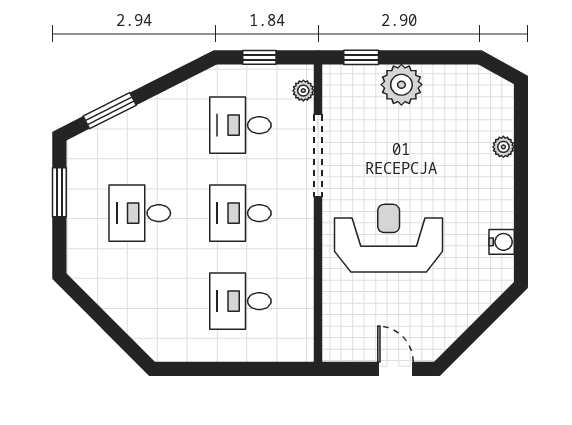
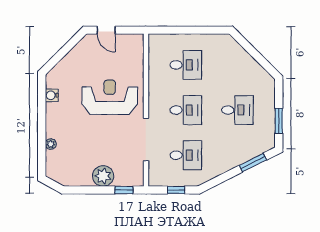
plant: (303, 91) -> (153, 173), removed
reception desk: (389, 238) -> (110, 97), turned 180

